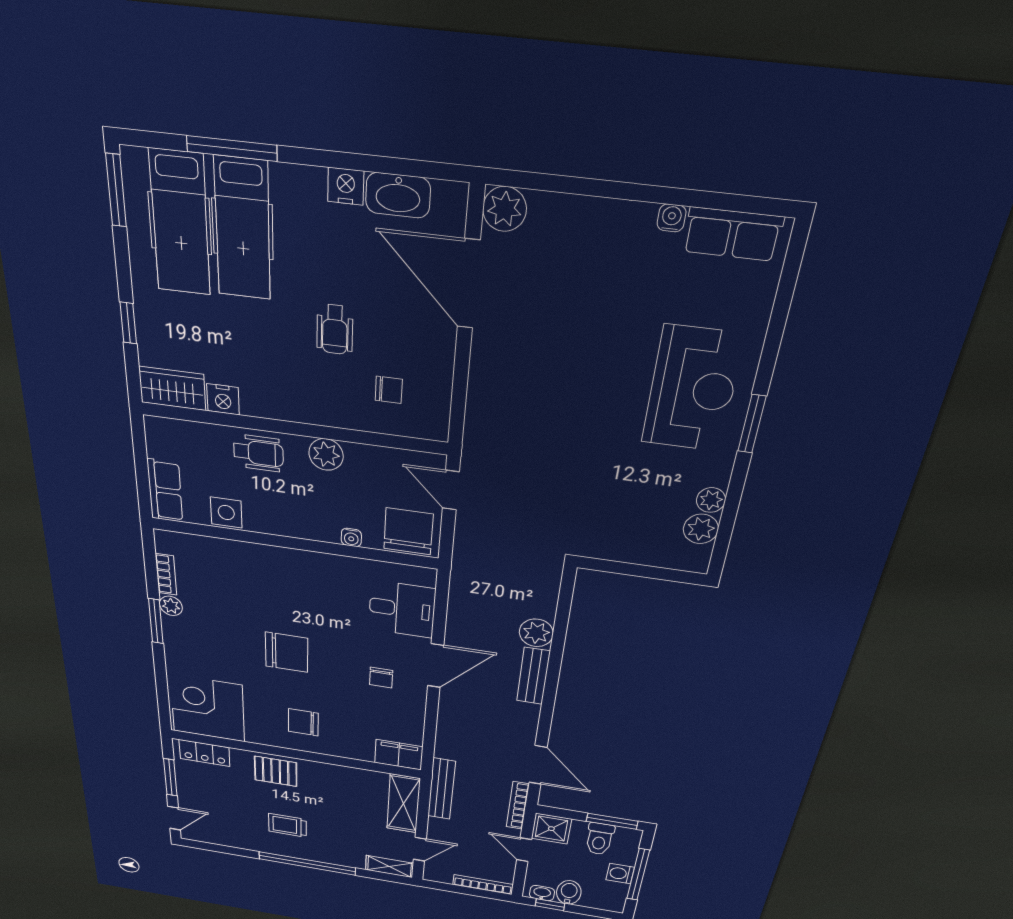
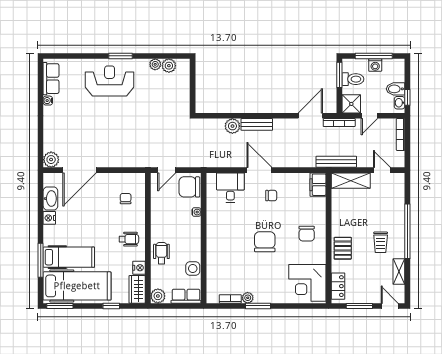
hospital bed: (180, 223) -> (77, 286), width x1.37, depth x1.29
wheelchair: (335, 329) -> (129, 239), moved
plant: (326, 454) -> (158, 296), moved
shelving: (389, 866) -> (399, 272), moved

